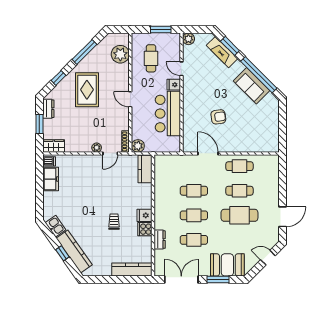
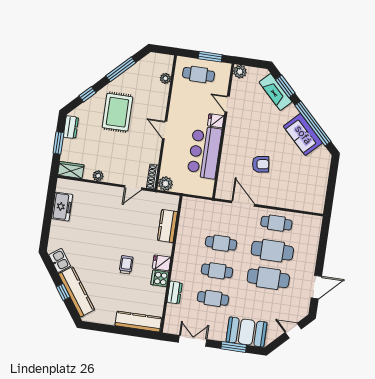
plant: (120, 54) -> (165, 78), width x0.53, depth x0.53
cafe table: (151, 58) -> (199, 74), moved, turned 90
plant: (97, 148) -> (98, 176), moved
dishwasher: (49, 161) -> (63, 186), removed
kitchen counter: (145, 169) -> (167, 226), moved
cafe table: (239, 191) -> (272, 251), width x1.37, depth x1.35
double door: (181, 279) -> (193, 341), width x0.73

